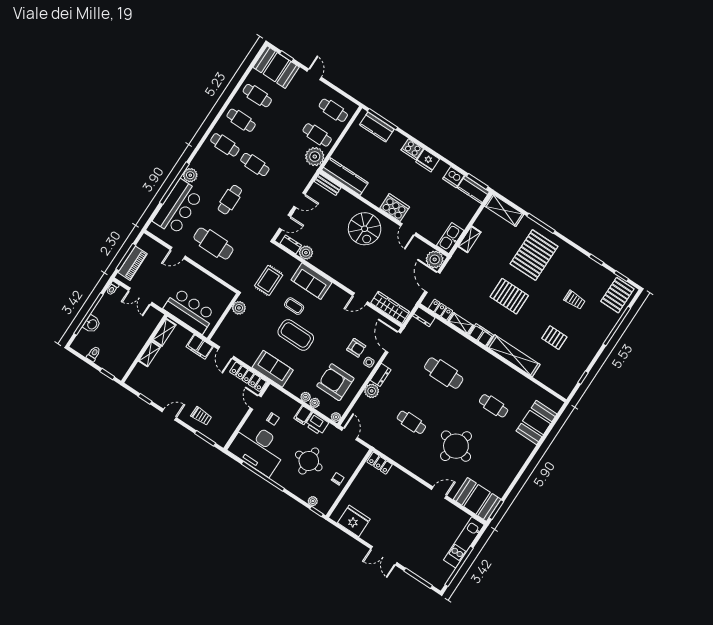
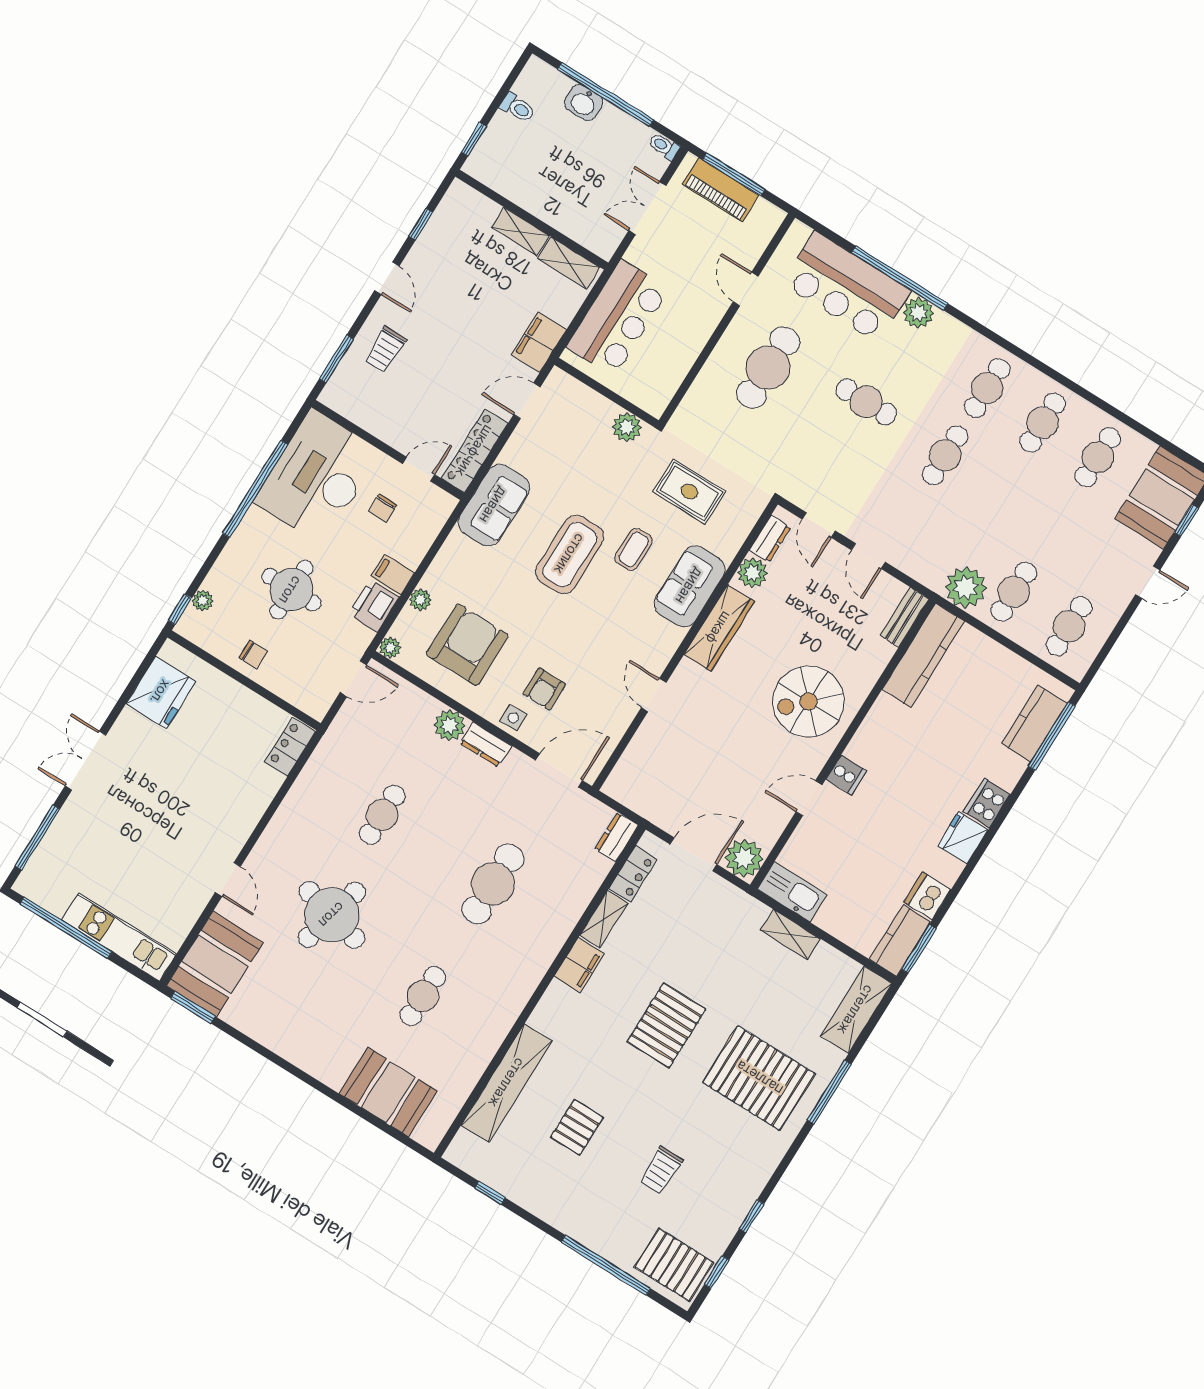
cooker: (395, 208) -> (846, 775), width x0.53, depth x0.76
wardrobe: (390, 307) -> (719, 628), moved
shelving: (514, 356) -> (507, 1083), moved
plant: (306, 397) -> (433, 579), removed

